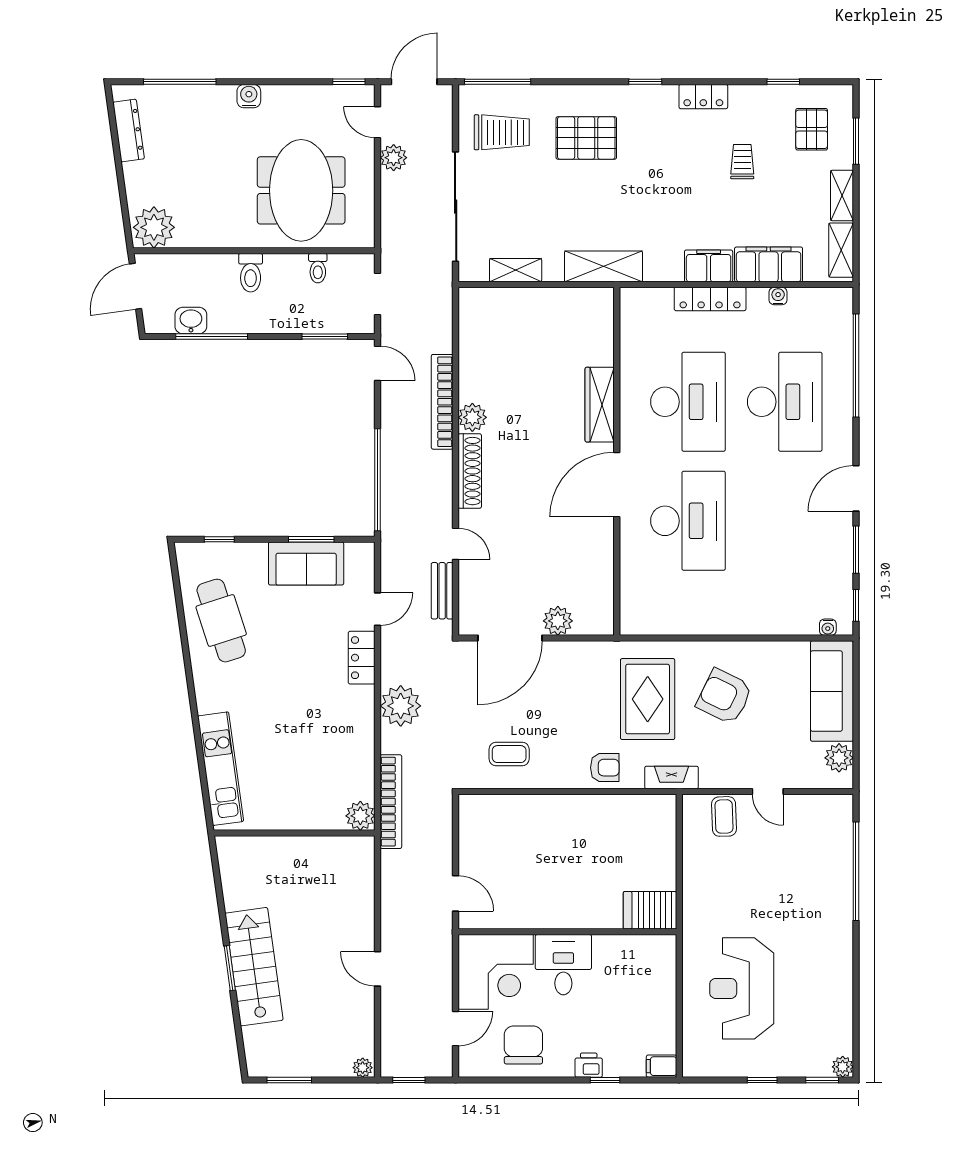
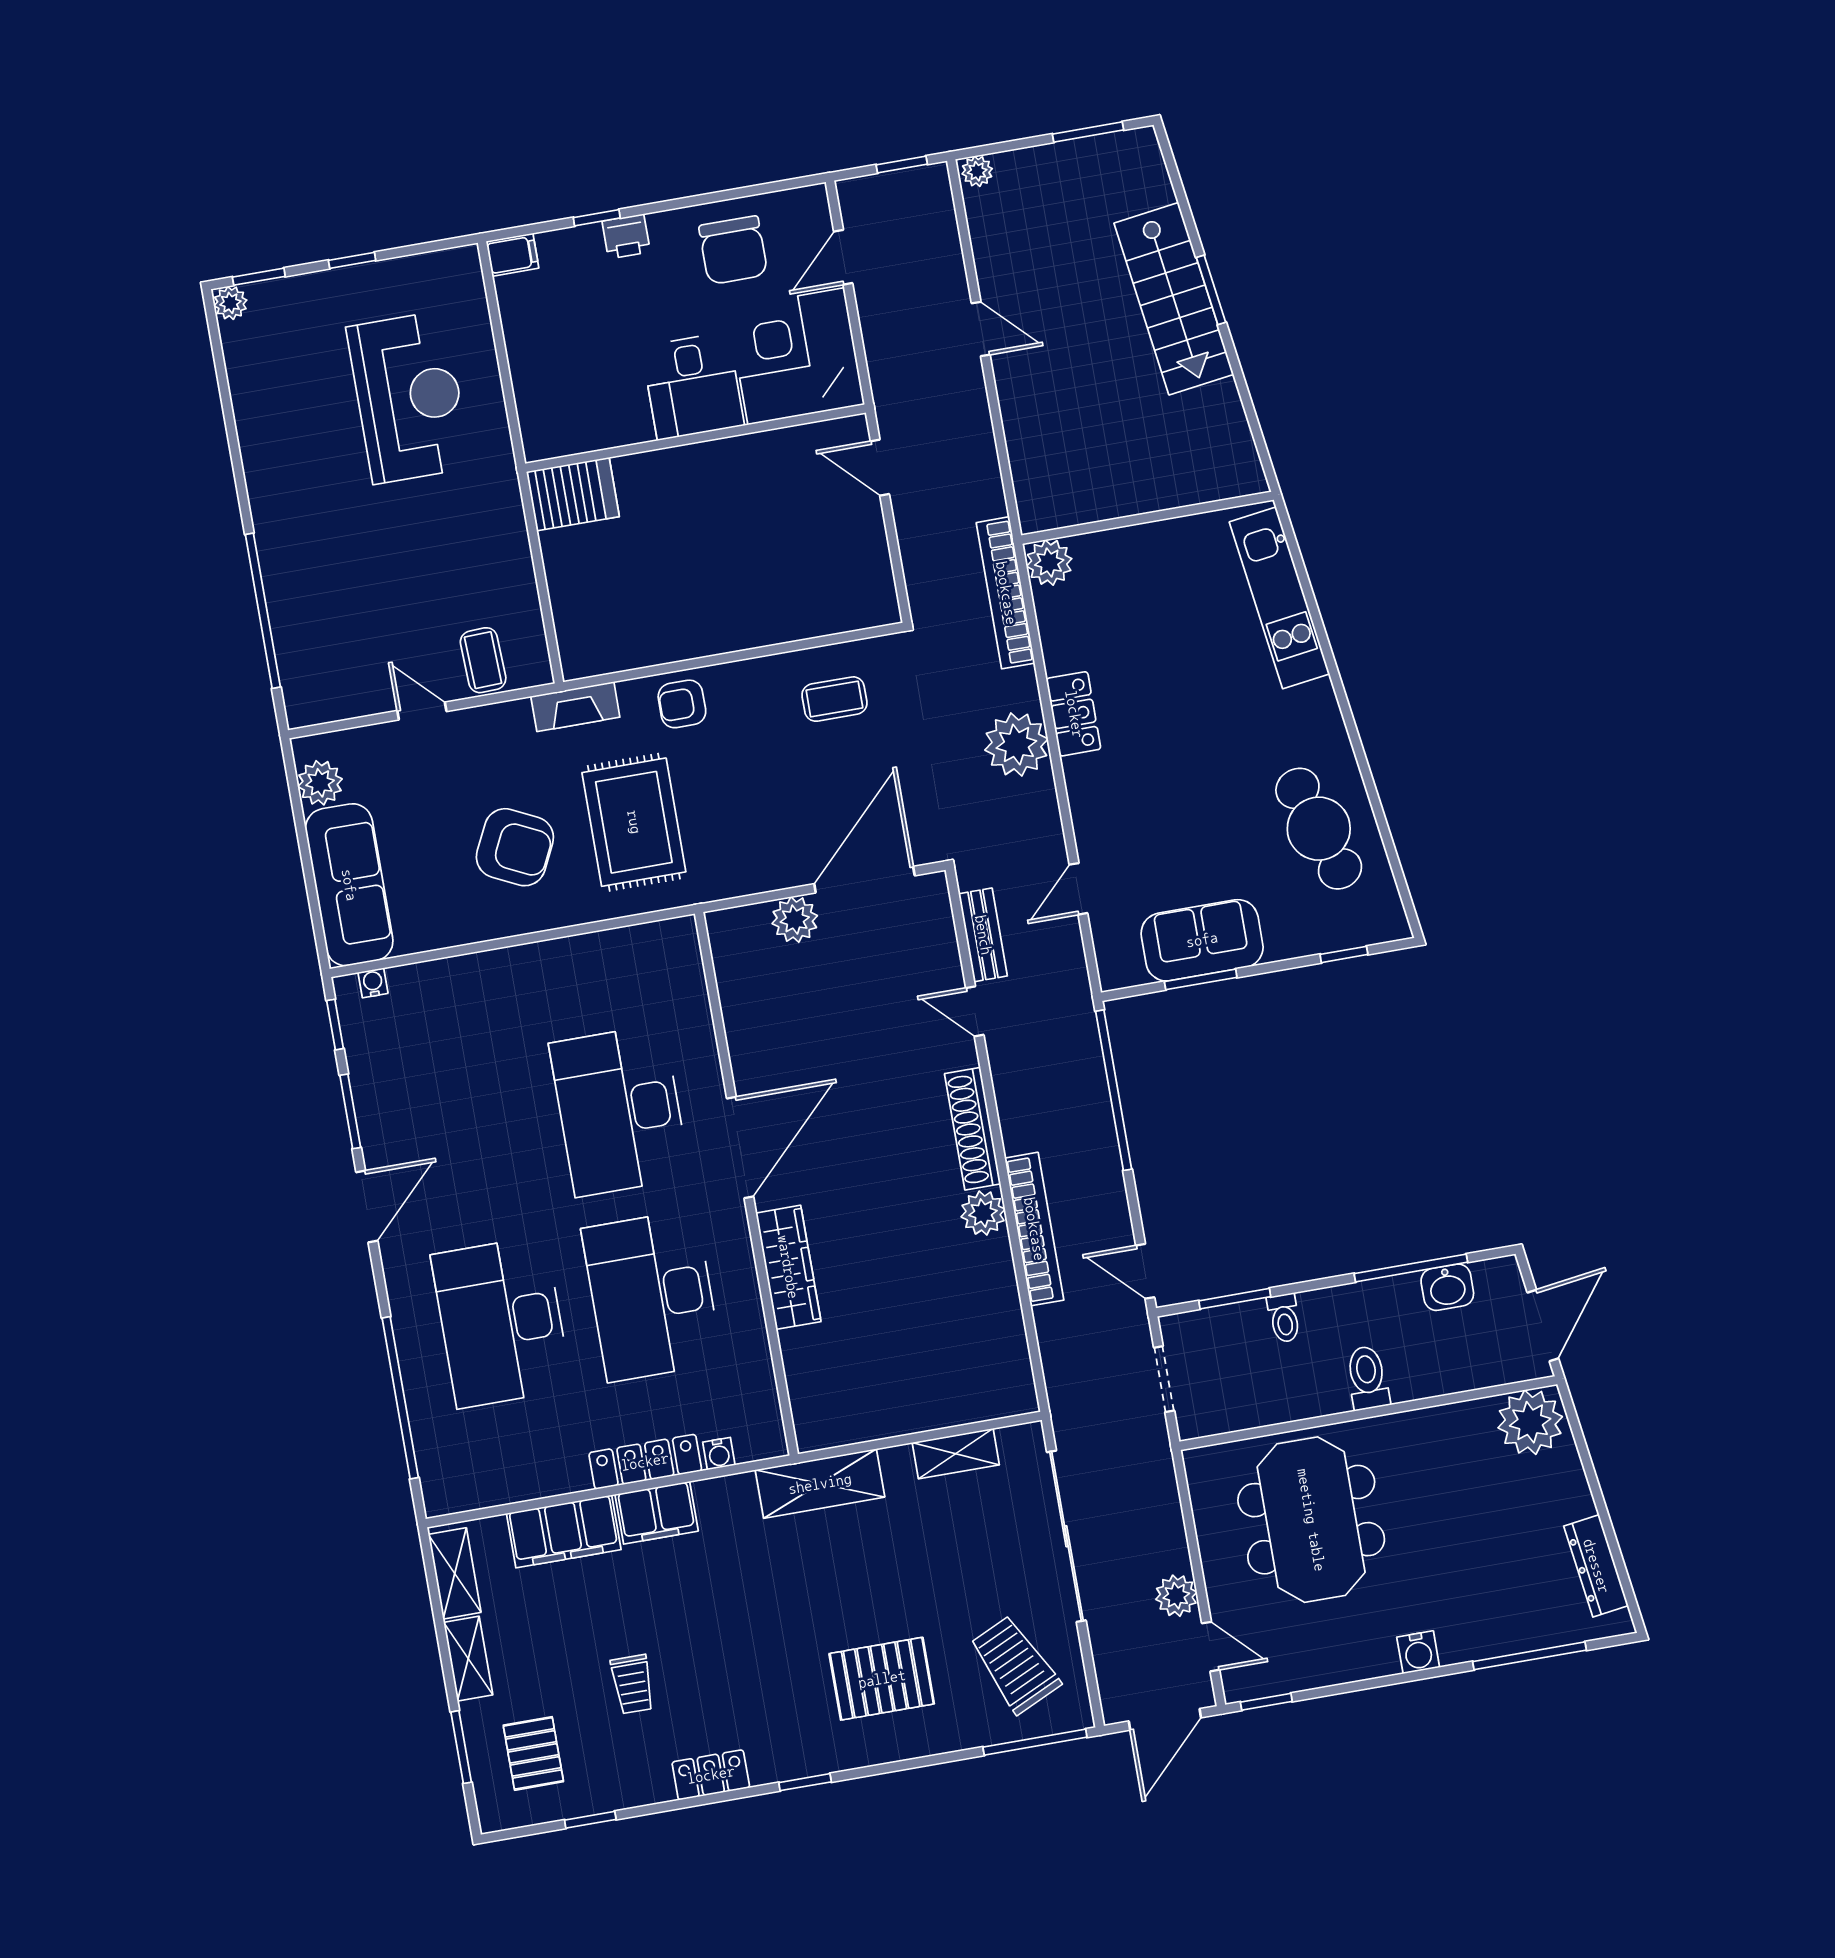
trolley: (502, 132) -> (1015, 1665), turned 65
toilet: (318, 268) -> (1284, 1318), moved, turned 180
water cooler: (778, 296) -> (719, 1454), moved
locker: (362, 658) -> (1074, 714), moved

